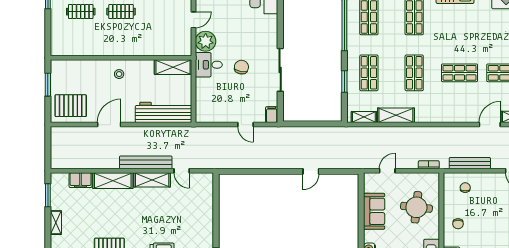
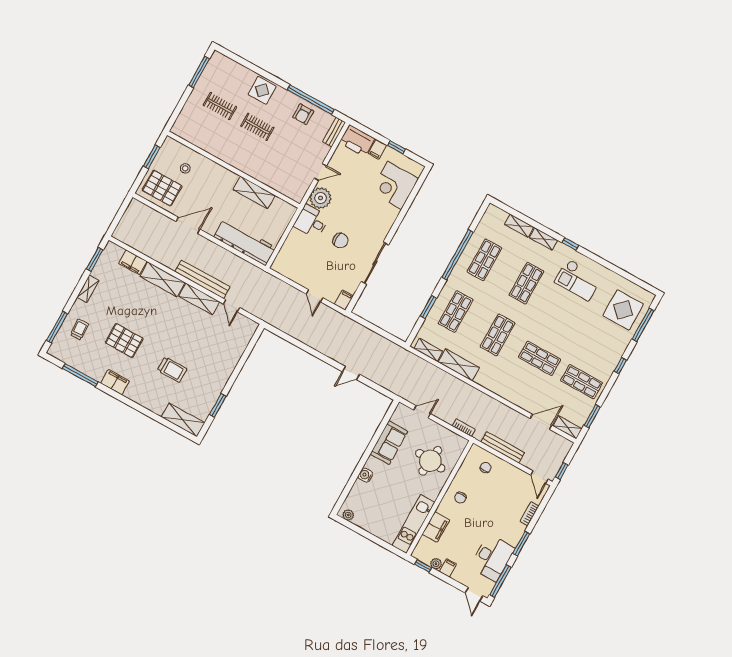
shelving: (173, 67) -> (254, 192), moved
chair: (241, 67) -> (340, 240), turned 78
stool: (119, 74) -> (185, 168), moved

